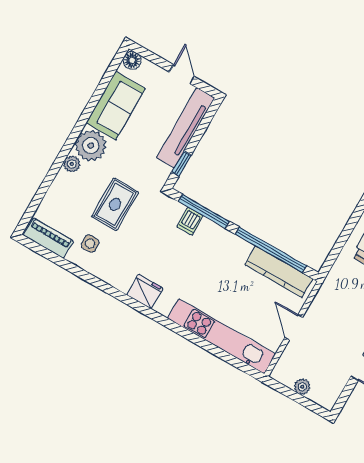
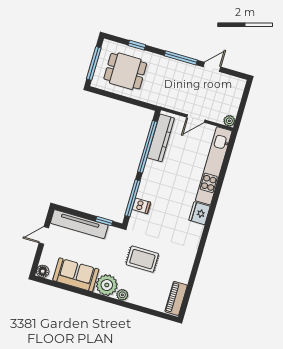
side table: (90, 244) -> (173, 269), removed
fridge: (145, 291) -> (199, 213), moved
plant: (302, 387) -> (229, 121), moved

